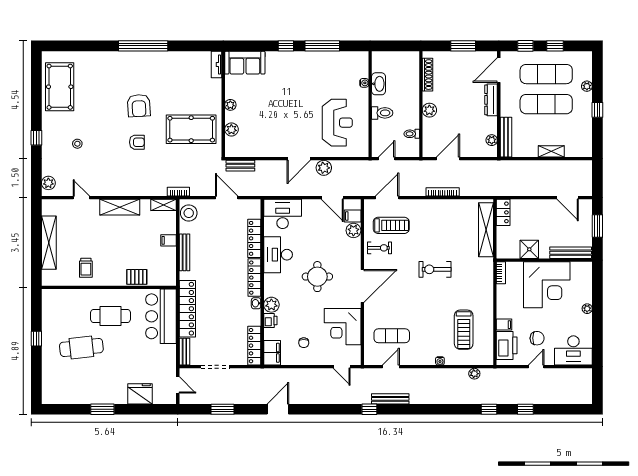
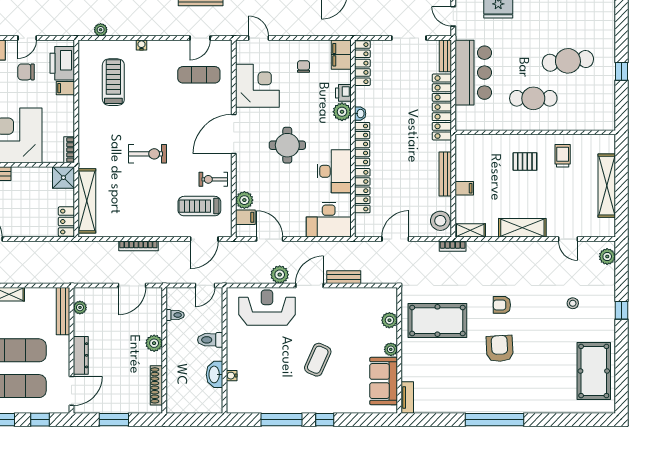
sofa: (245, 63) -> (384, 381), moved, turned -90
coffee table: (292, 96) -> (318, 360), added
reception desk: (337, 123) -> (267, 308), moved, turned 90
bench: (240, 166) -> (344, 277), moved
door: (227, 198) -> (395, 239), swing flipped
shower: (529, 249) -> (63, 178), moved
pallet: (137, 277) -> (525, 161), moved
bar counter: (161, 316) -> (473, 73), moved

